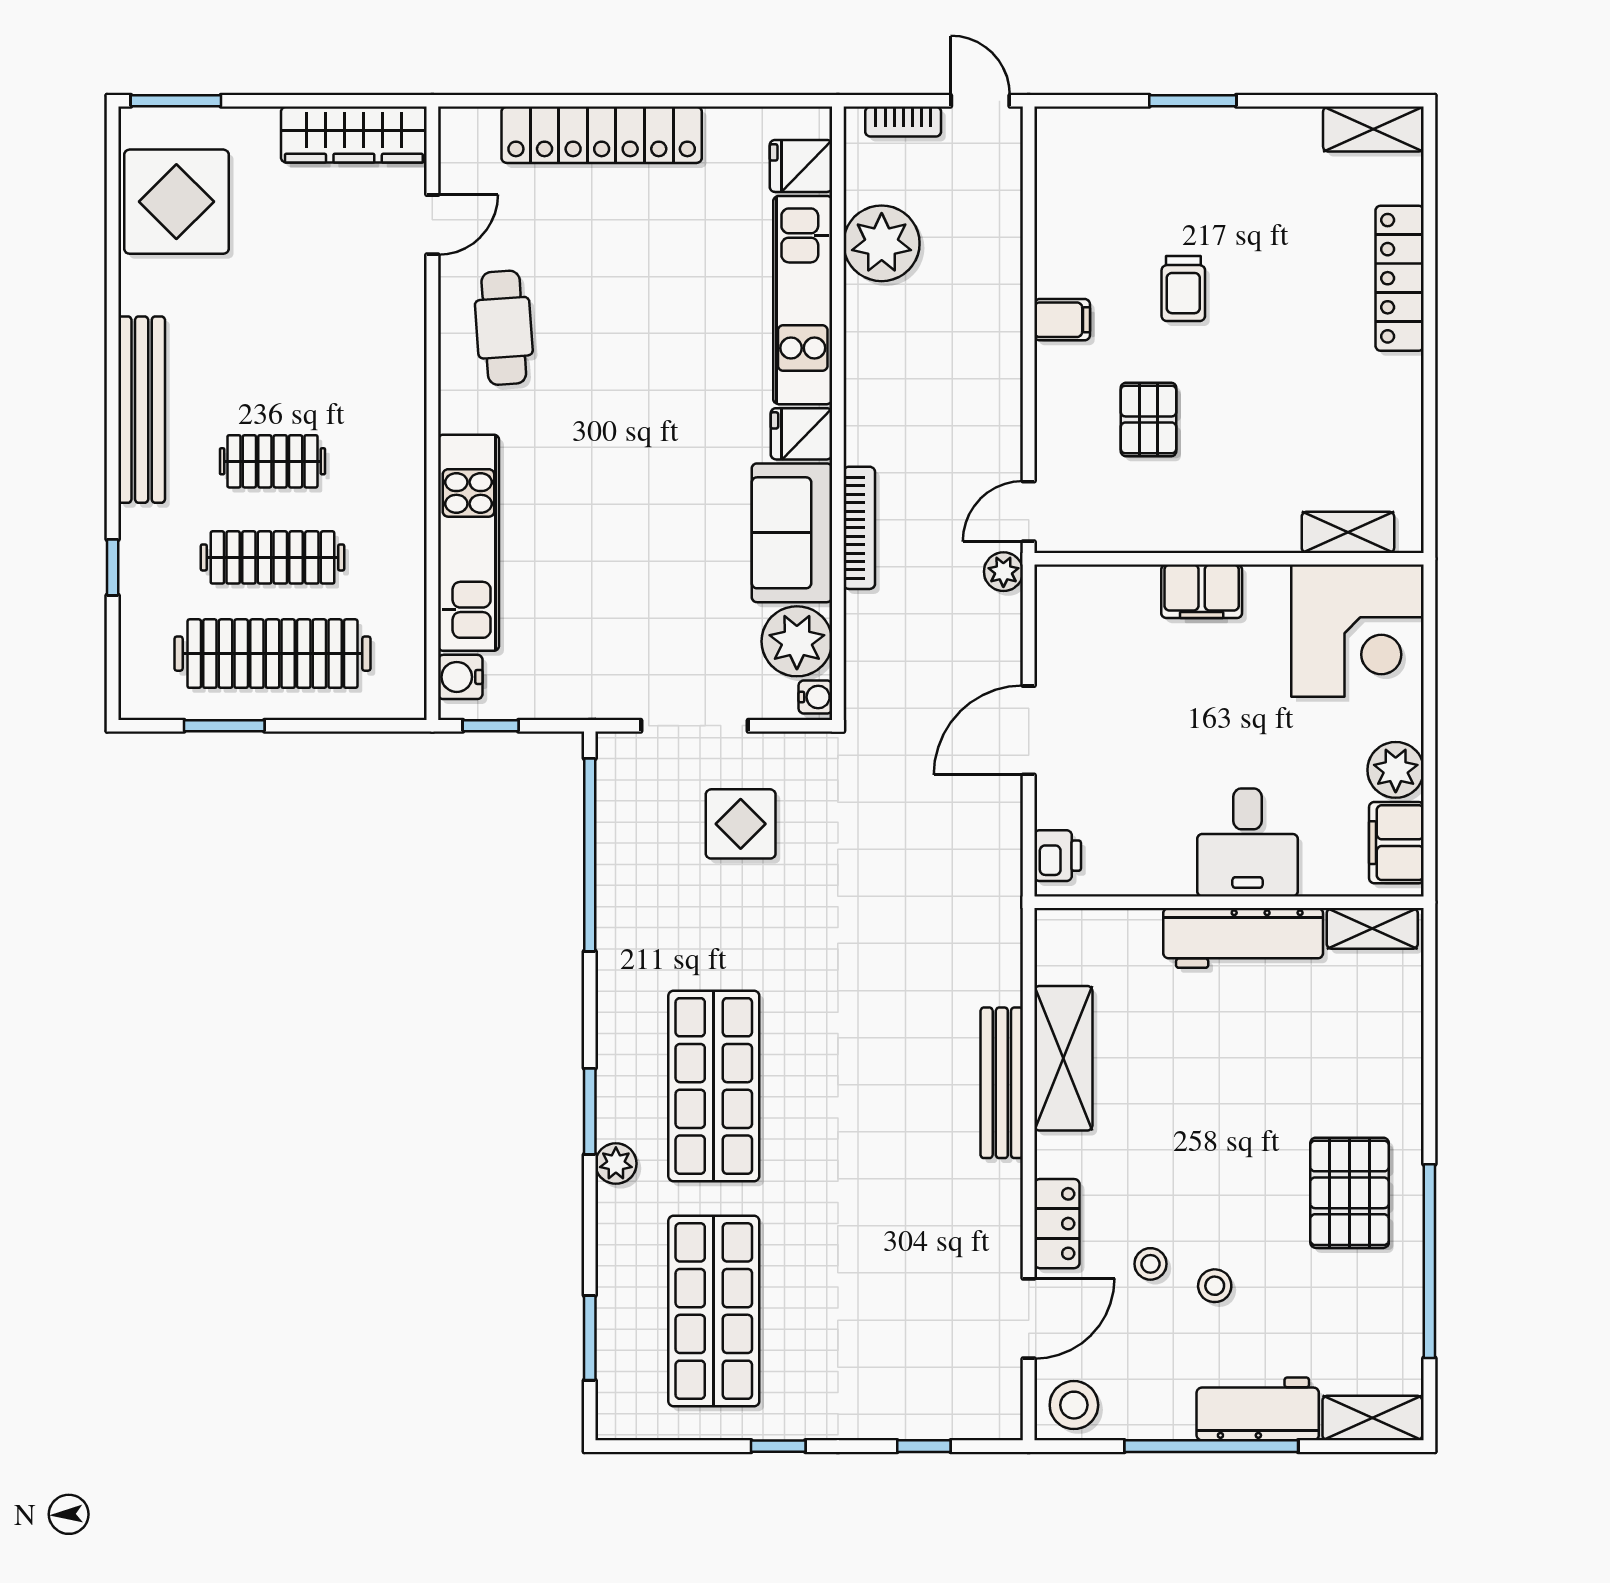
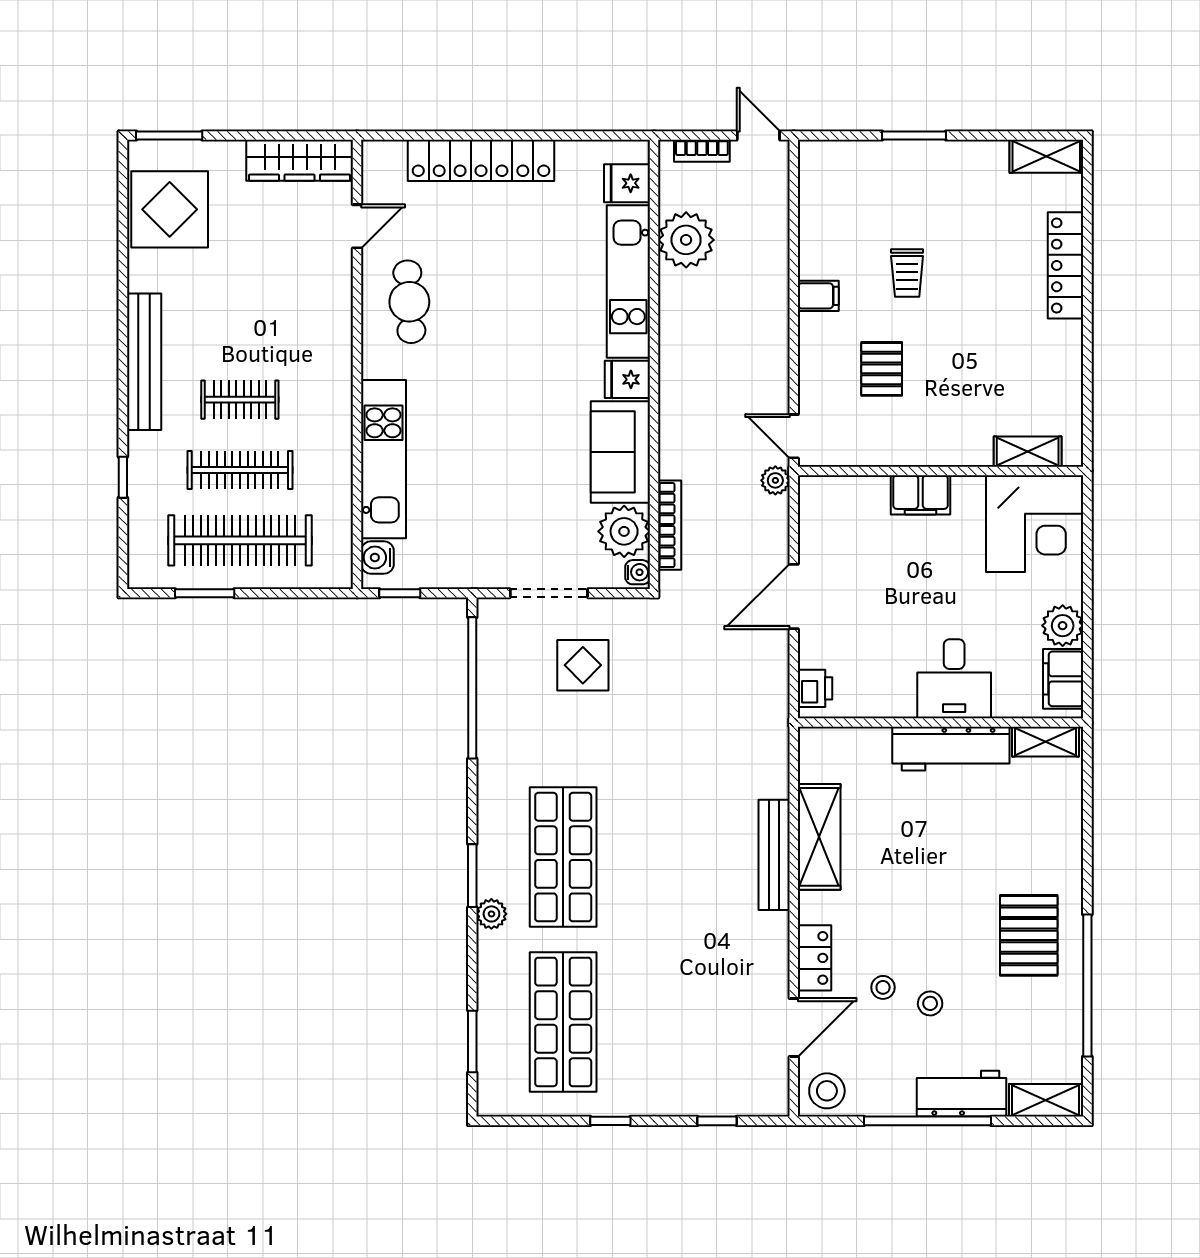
door: (1029, 511) -> (794, 436), hinge flipped
bookcase: (859, 528) -> (670, 525), moved

